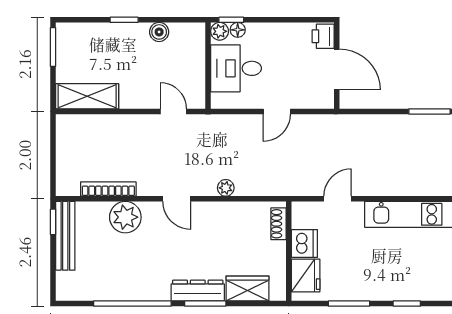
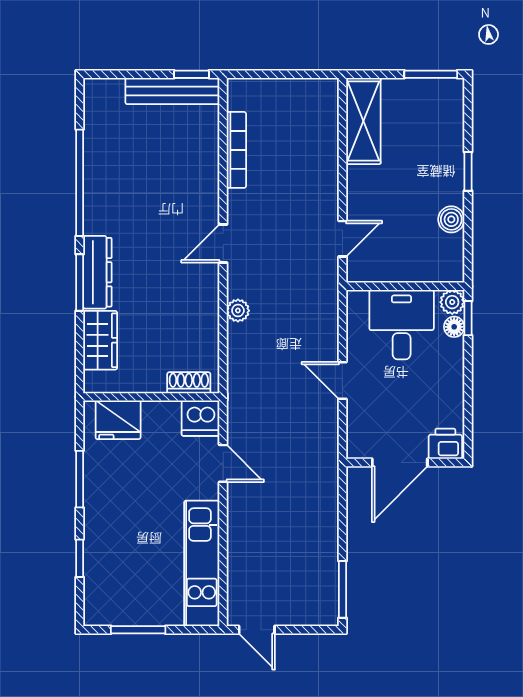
plant: (125, 217) -> (198, 173), removed
dishwasher: (304, 243) -> (201, 418), moved

